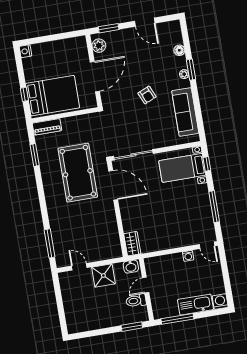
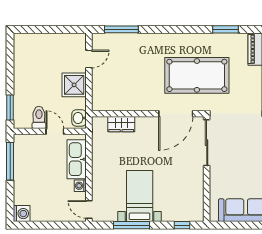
bed with nightstands: (182, 168) -> (140, 196), moved
wardrobe: (132, 244) -> (121, 124), moved
door: (207, 245) -> (89, 209), hinge flipped
kitchen sink: (195, 305) -> (77, 159), moved, turned 180

